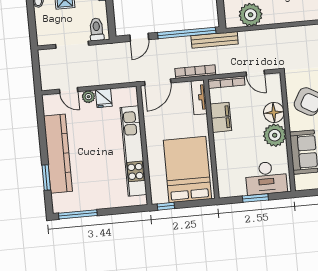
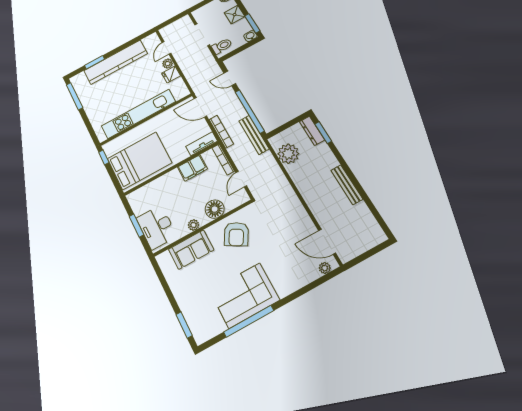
plant: (275, 135) -> (194, 225), width x0.53, depth x0.53

